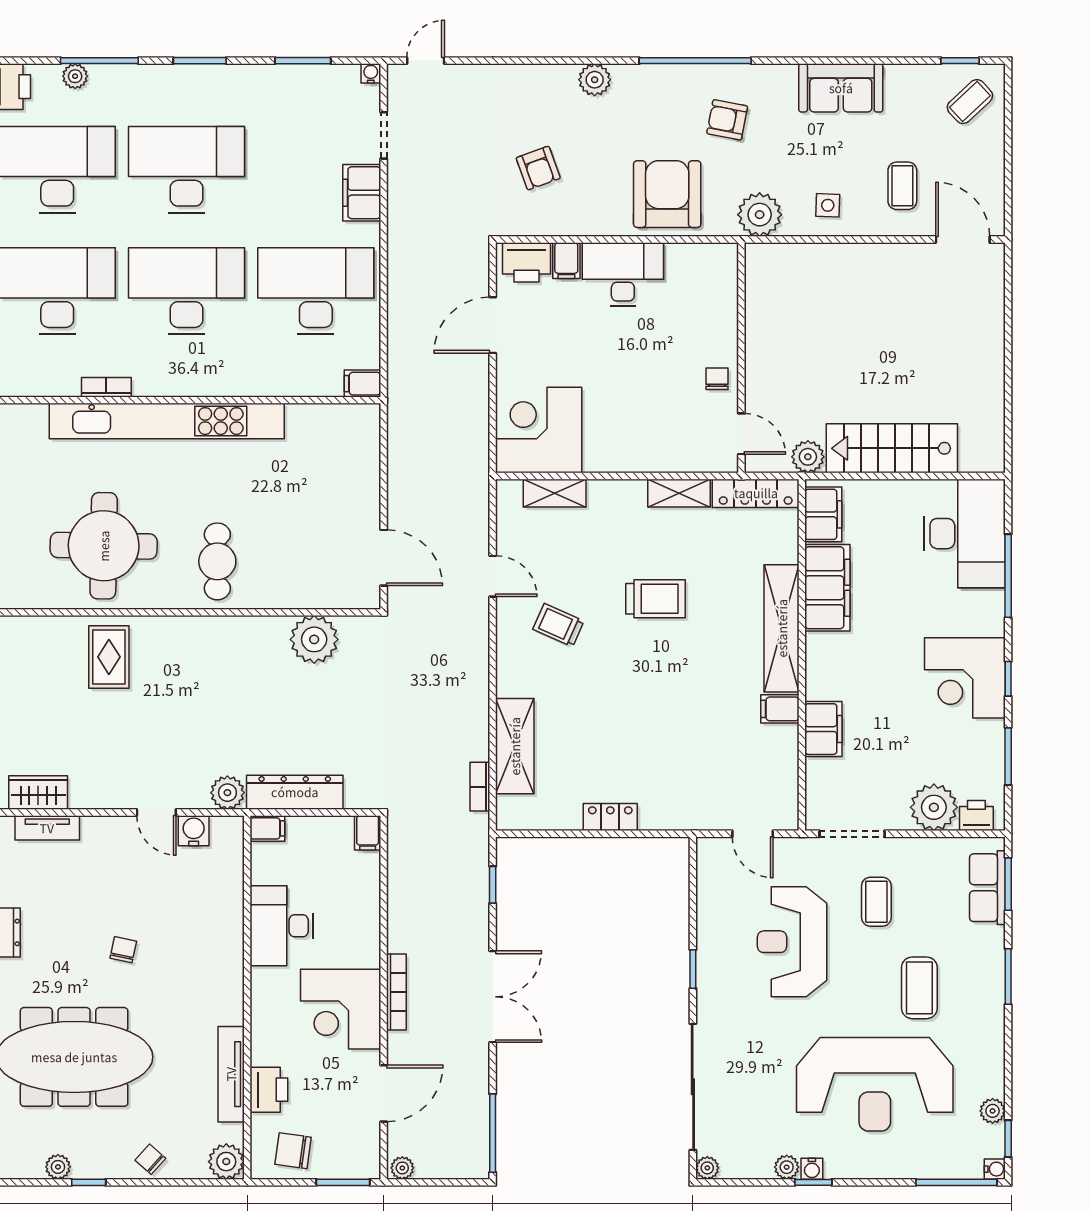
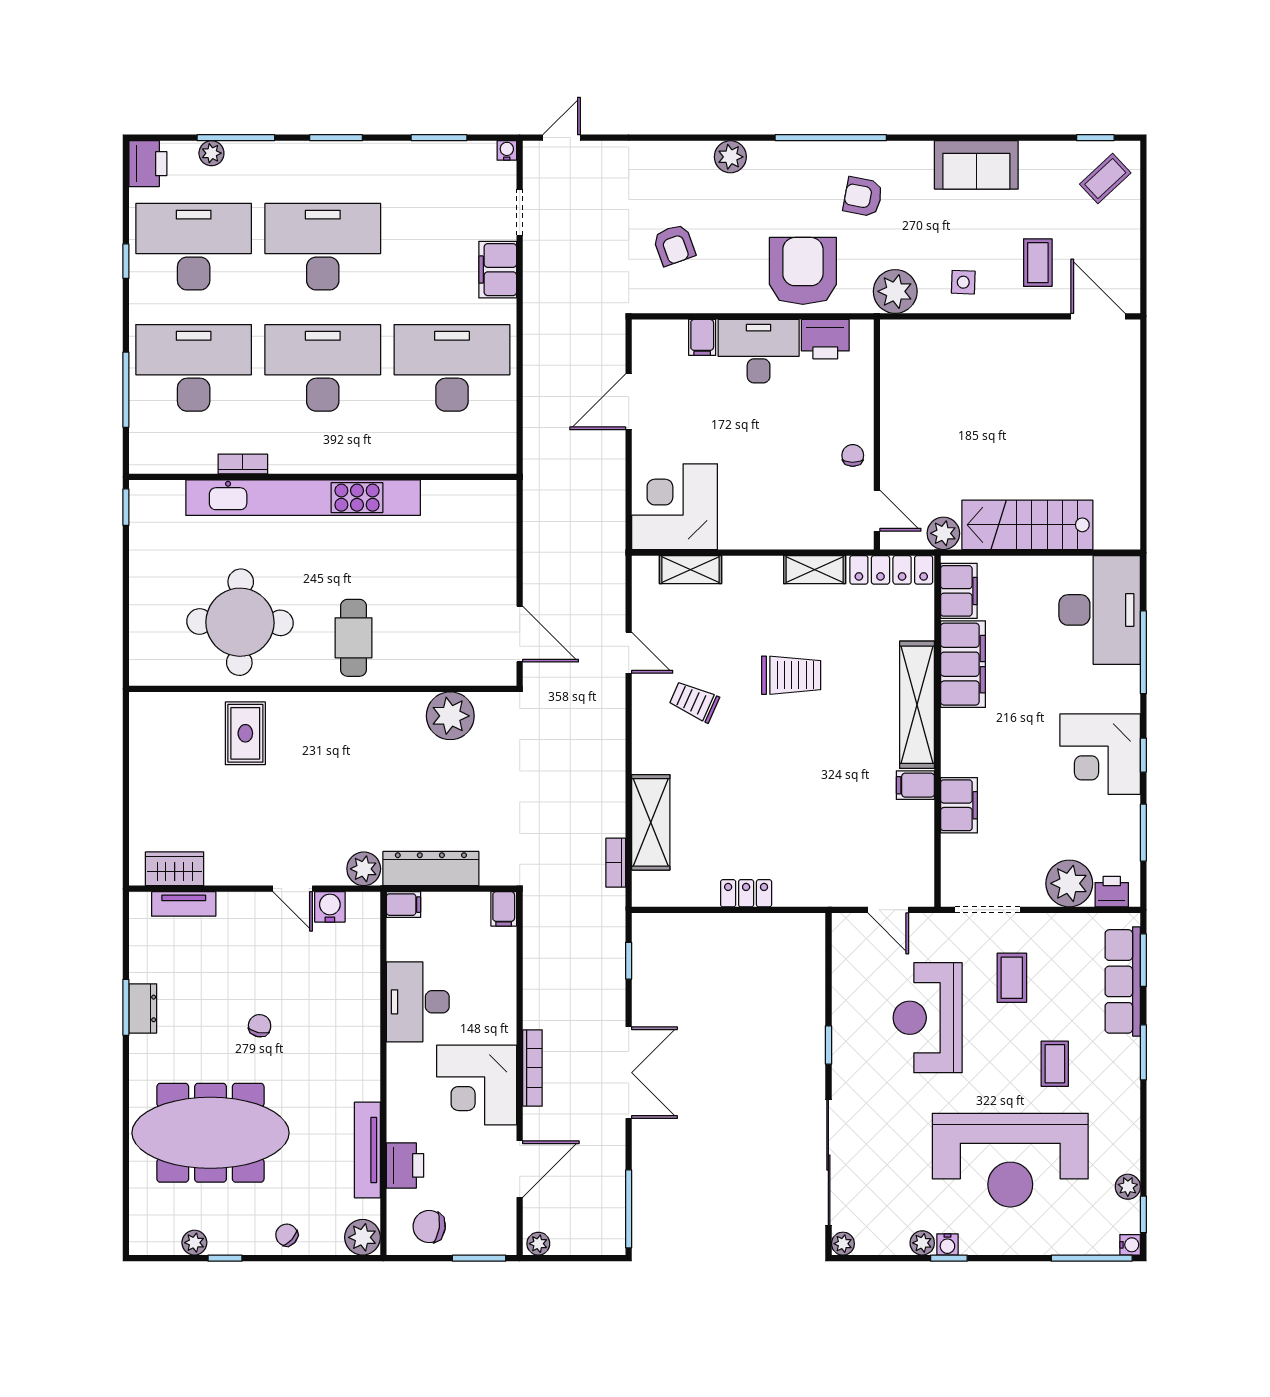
printer: (526, 262) -> (825, 339), moved
filing cabinet: (362, 384) -> (498, 460), removed
row of seats: (987, 888) -> (1123, 981), width x1.48
coffee table: (919, 988) -> (1055, 1064), width x0.73, depth x0.77

